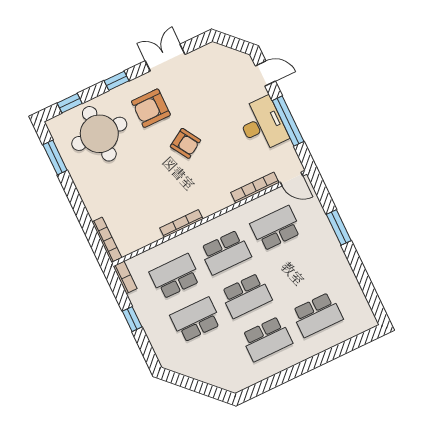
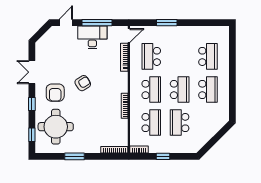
window: (55, 158) -> (74, 156), moved
school desk: (175, 276) -> (151, 123), turned 180

